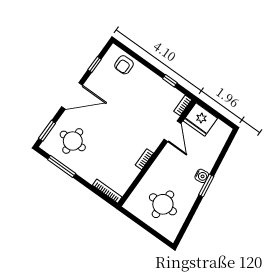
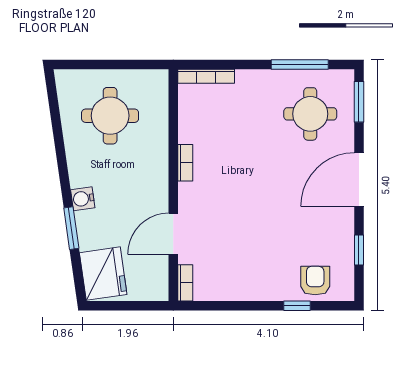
window: (170, 81) -> (297, 306), moved
fridge: (200, 120) -> (103, 274), moved, turned 82
door: (172, 131) -> (173, 234), hinge flipped
window: (206, 186) -> (71, 228), moved

